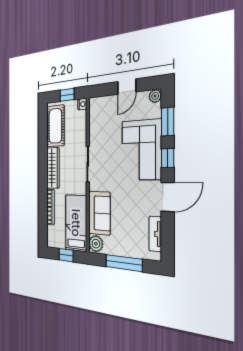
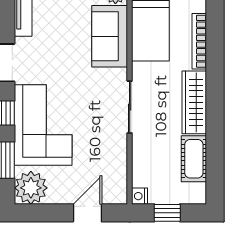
door: (127, 87) -> (87, 213), moved
plant: (155, 96) -> (31, 188), width x1.88, depth x1.88
cot: (55, 126) -> (194, 159), width x0.73, depth x0.75

